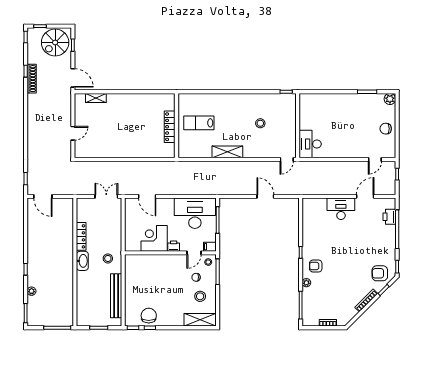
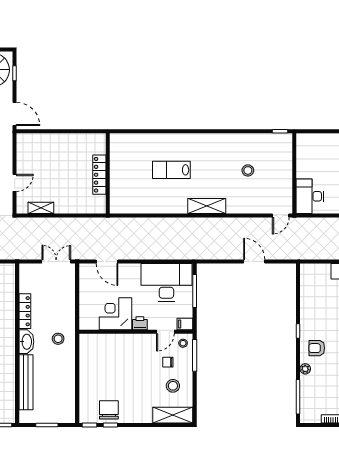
shelving: (96, 98) -> (41, 208), moved
wall: (177, 126) -> (108, 173), moved
locker: (170, 127) -> (99, 175), moved
bench: (116, 296) -> (26, 382), moved

